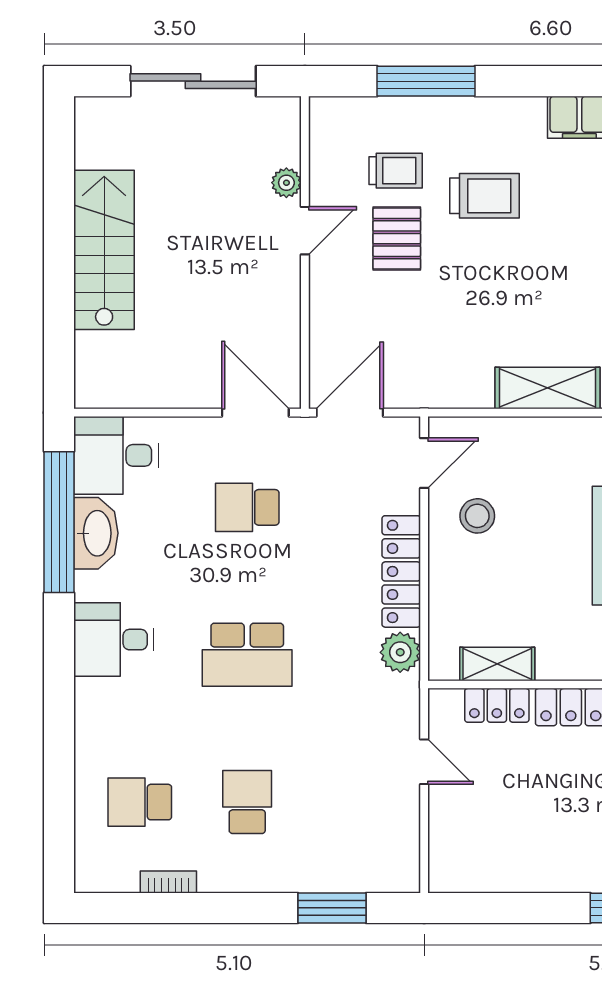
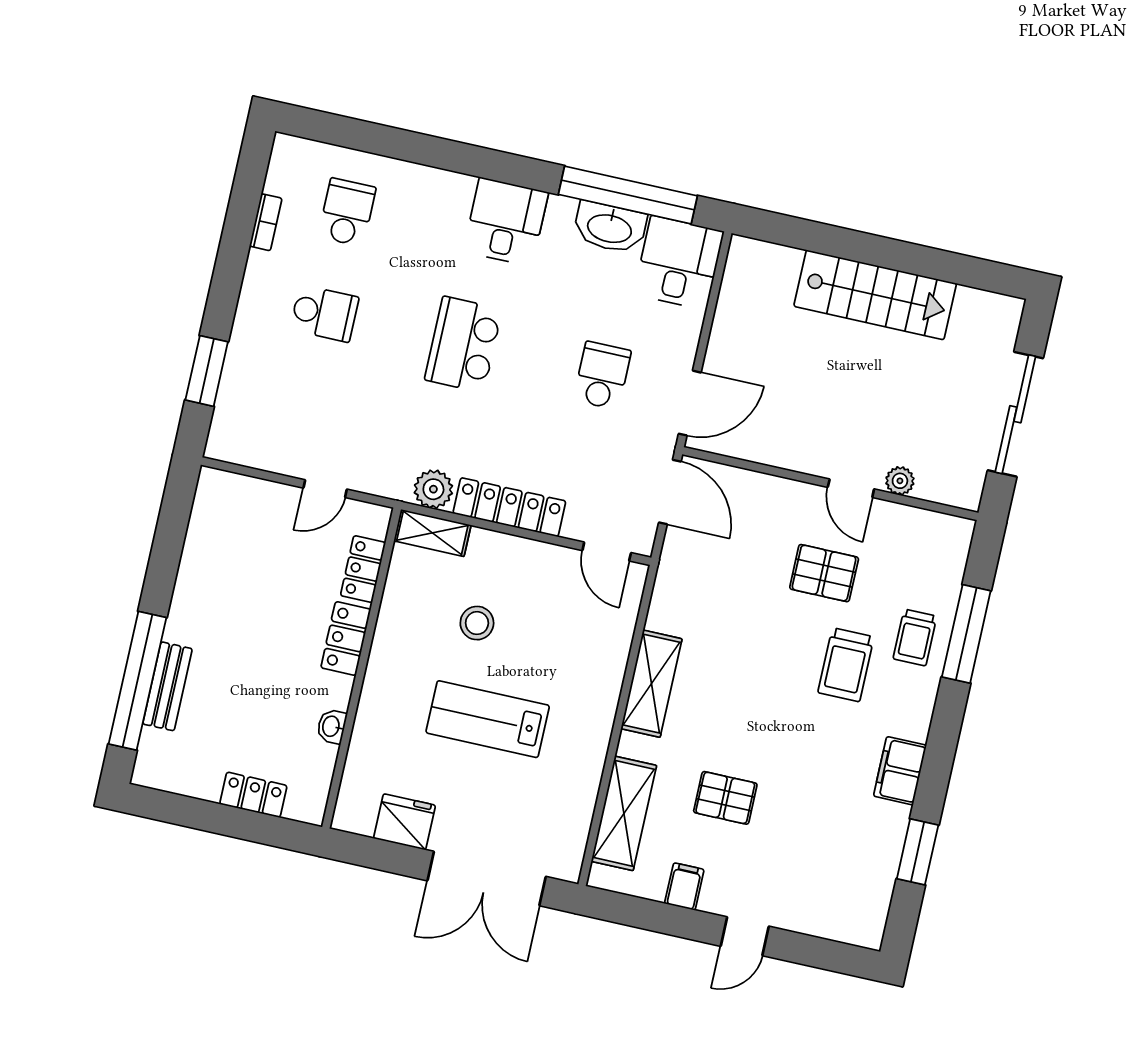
trolley: (396, 171) -> (915, 638), moved
stool: (477, 516) -> (477, 623), moved
shelving: (497, 664) -> (432, 533), moved, turned 90

